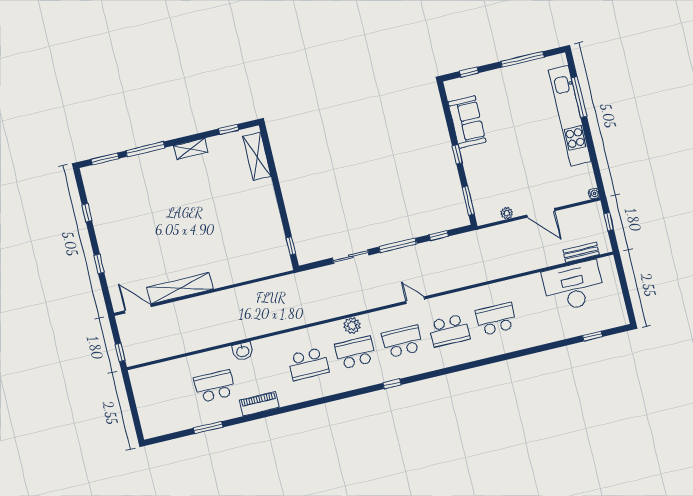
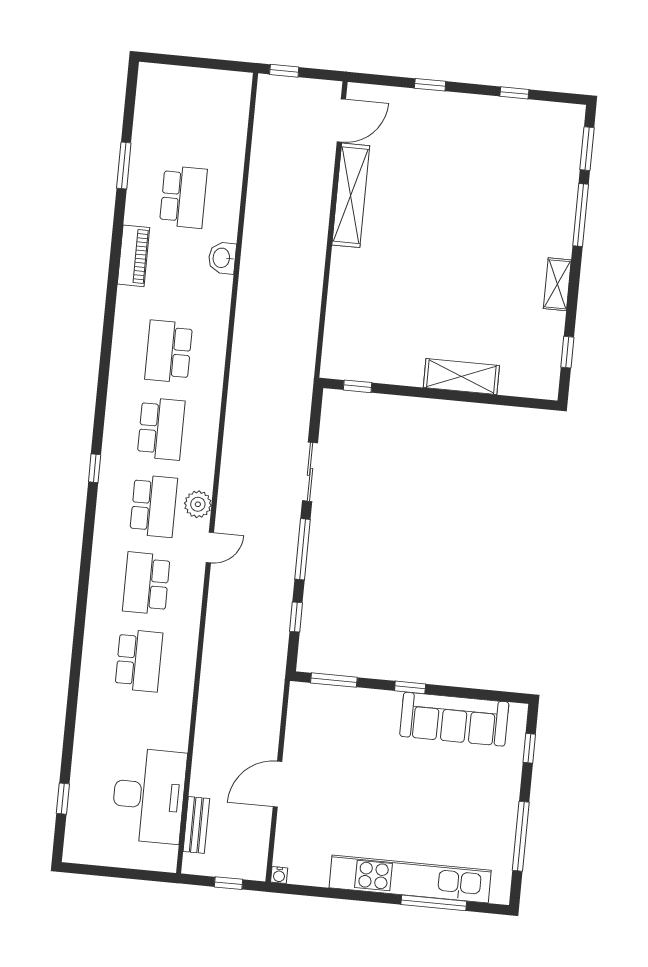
sofa: (467, 122) -> (454, 719), width x1.36
shelving: (257, 156) -> (461, 377), moved
plant: (507, 213) -> (295, 732), removed
plant: (352, 325) -> (198, 504), moved

